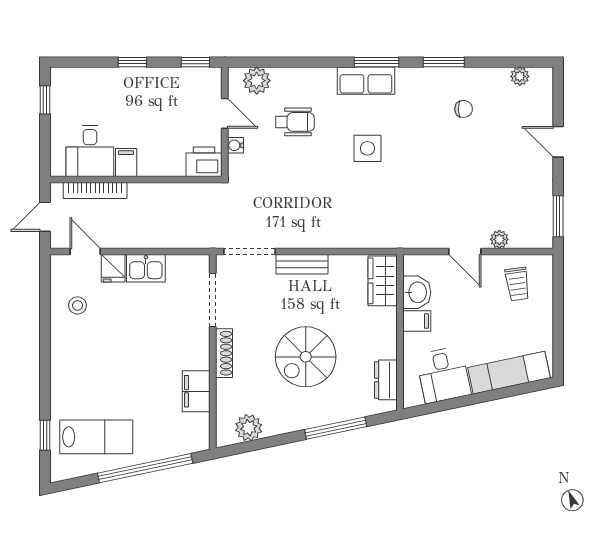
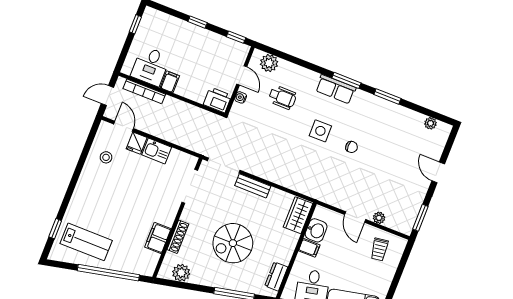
chair: (464, 109) -> (352, 147), moved
shoe rack: (224, 353) -> (178, 237), moved

